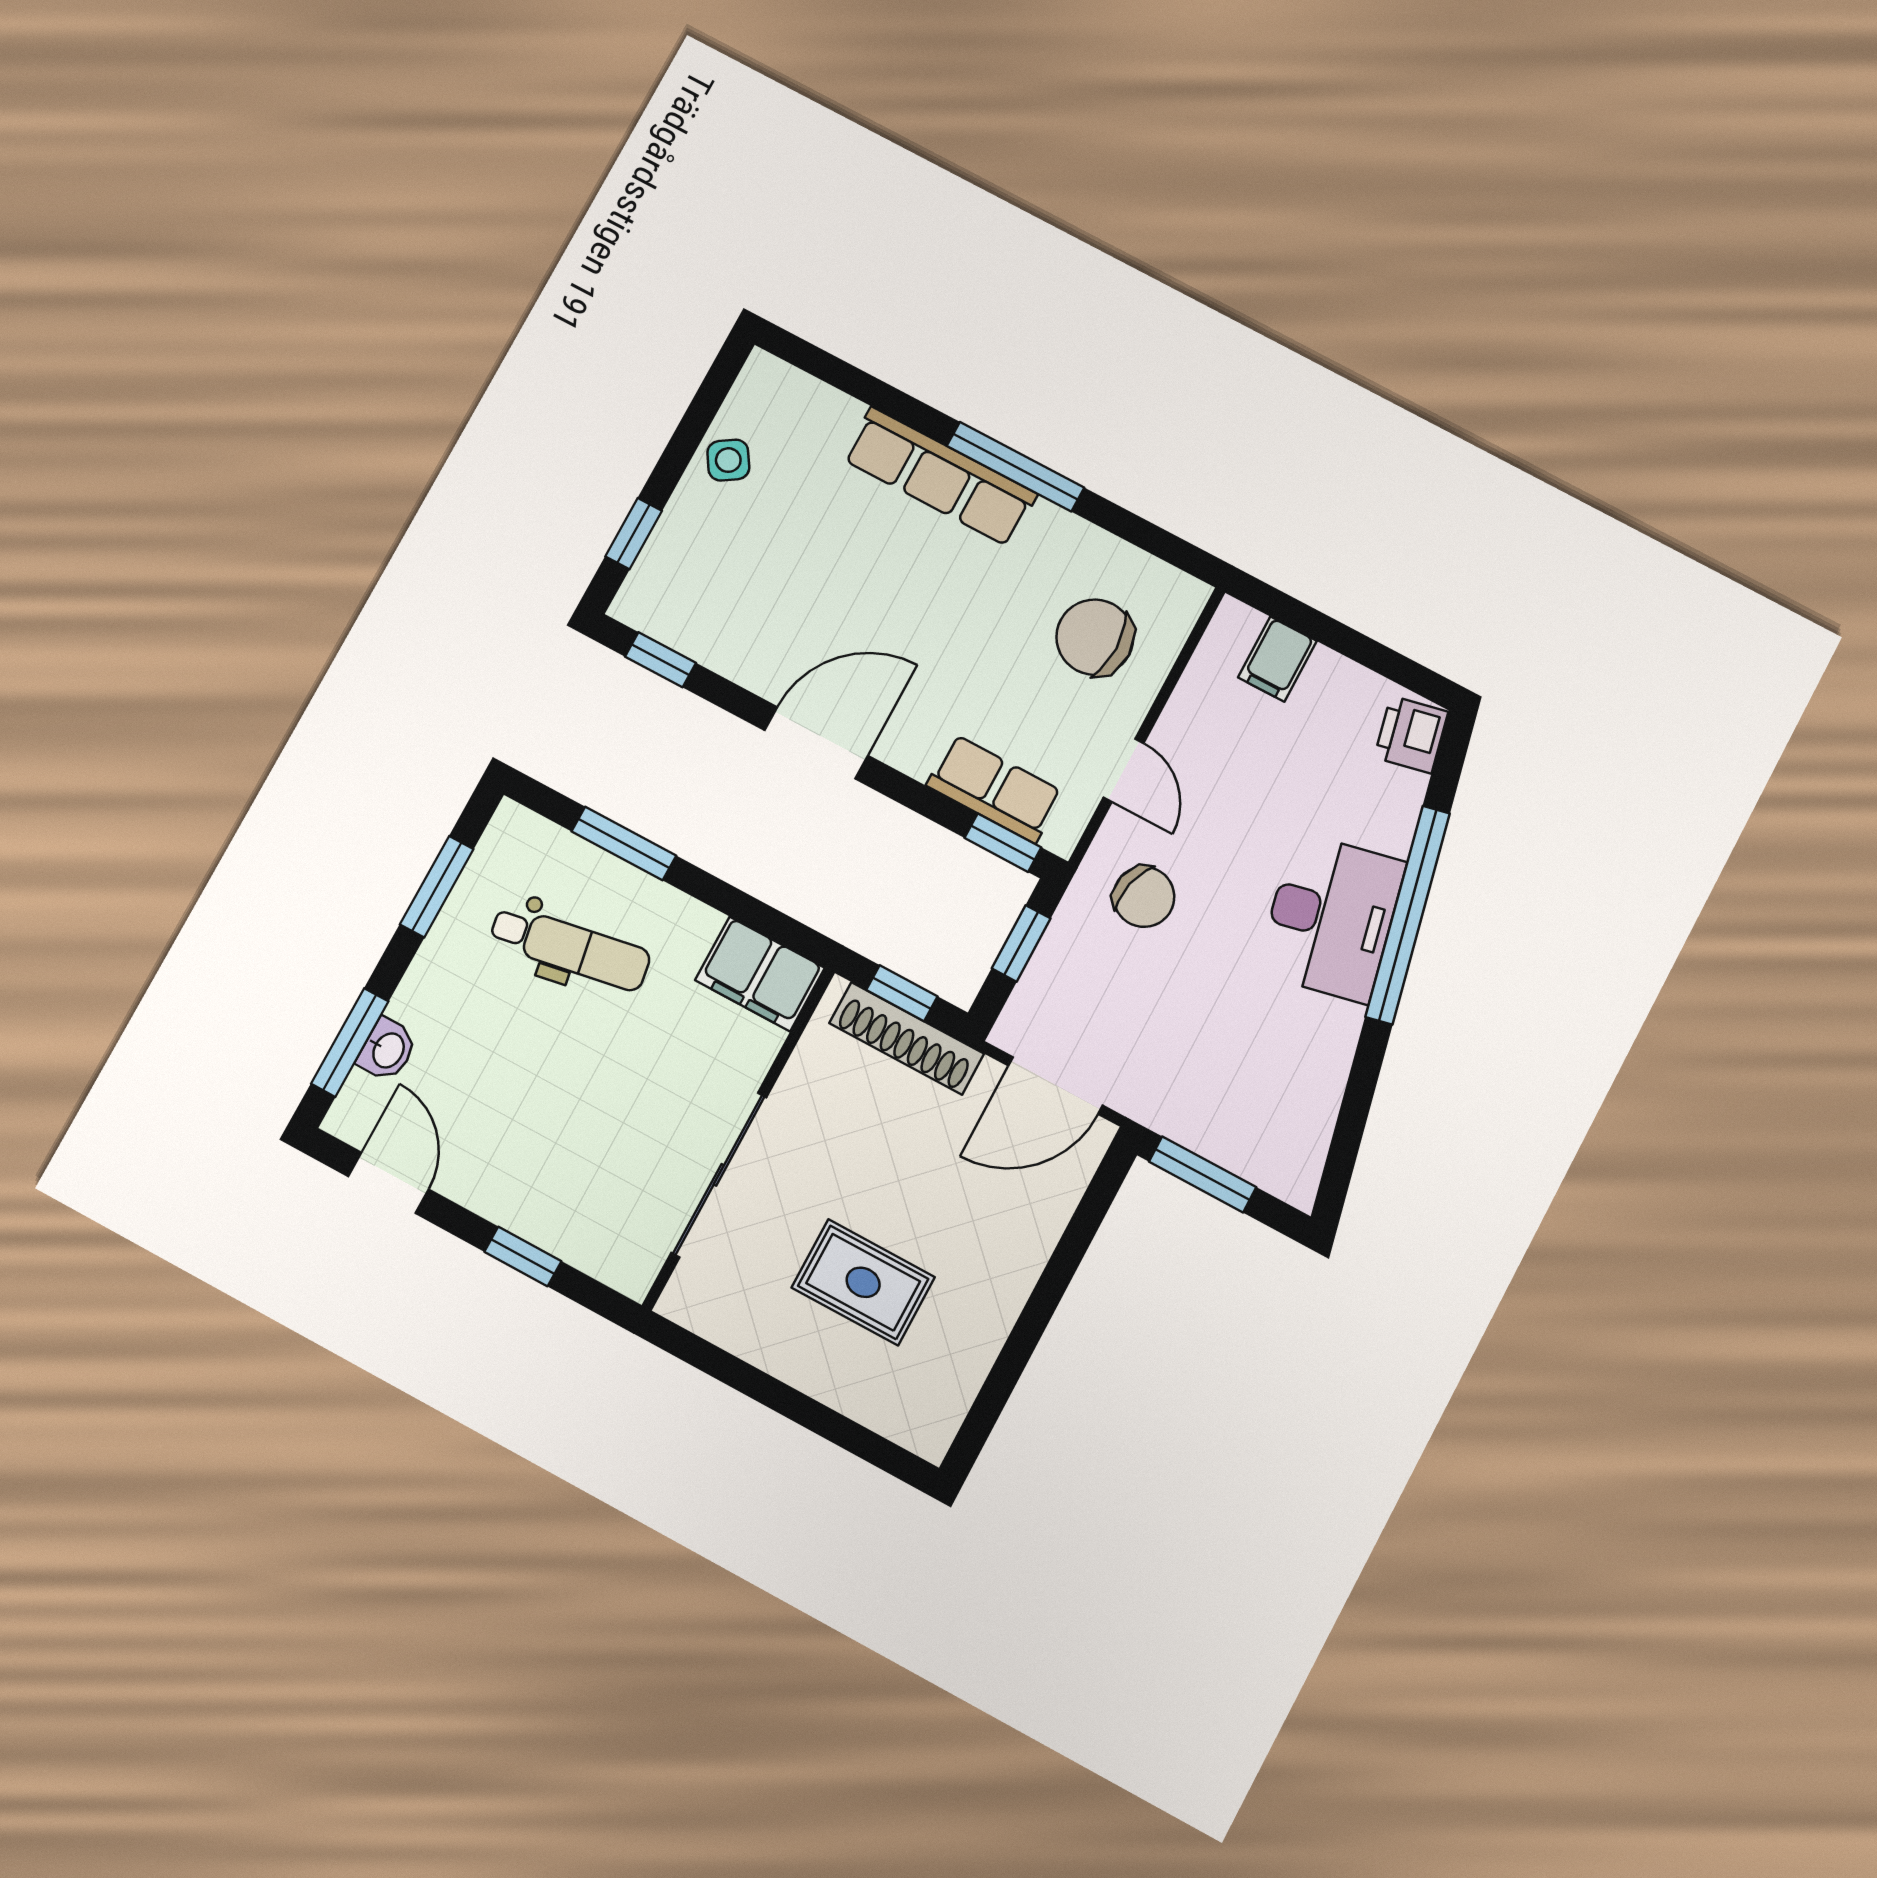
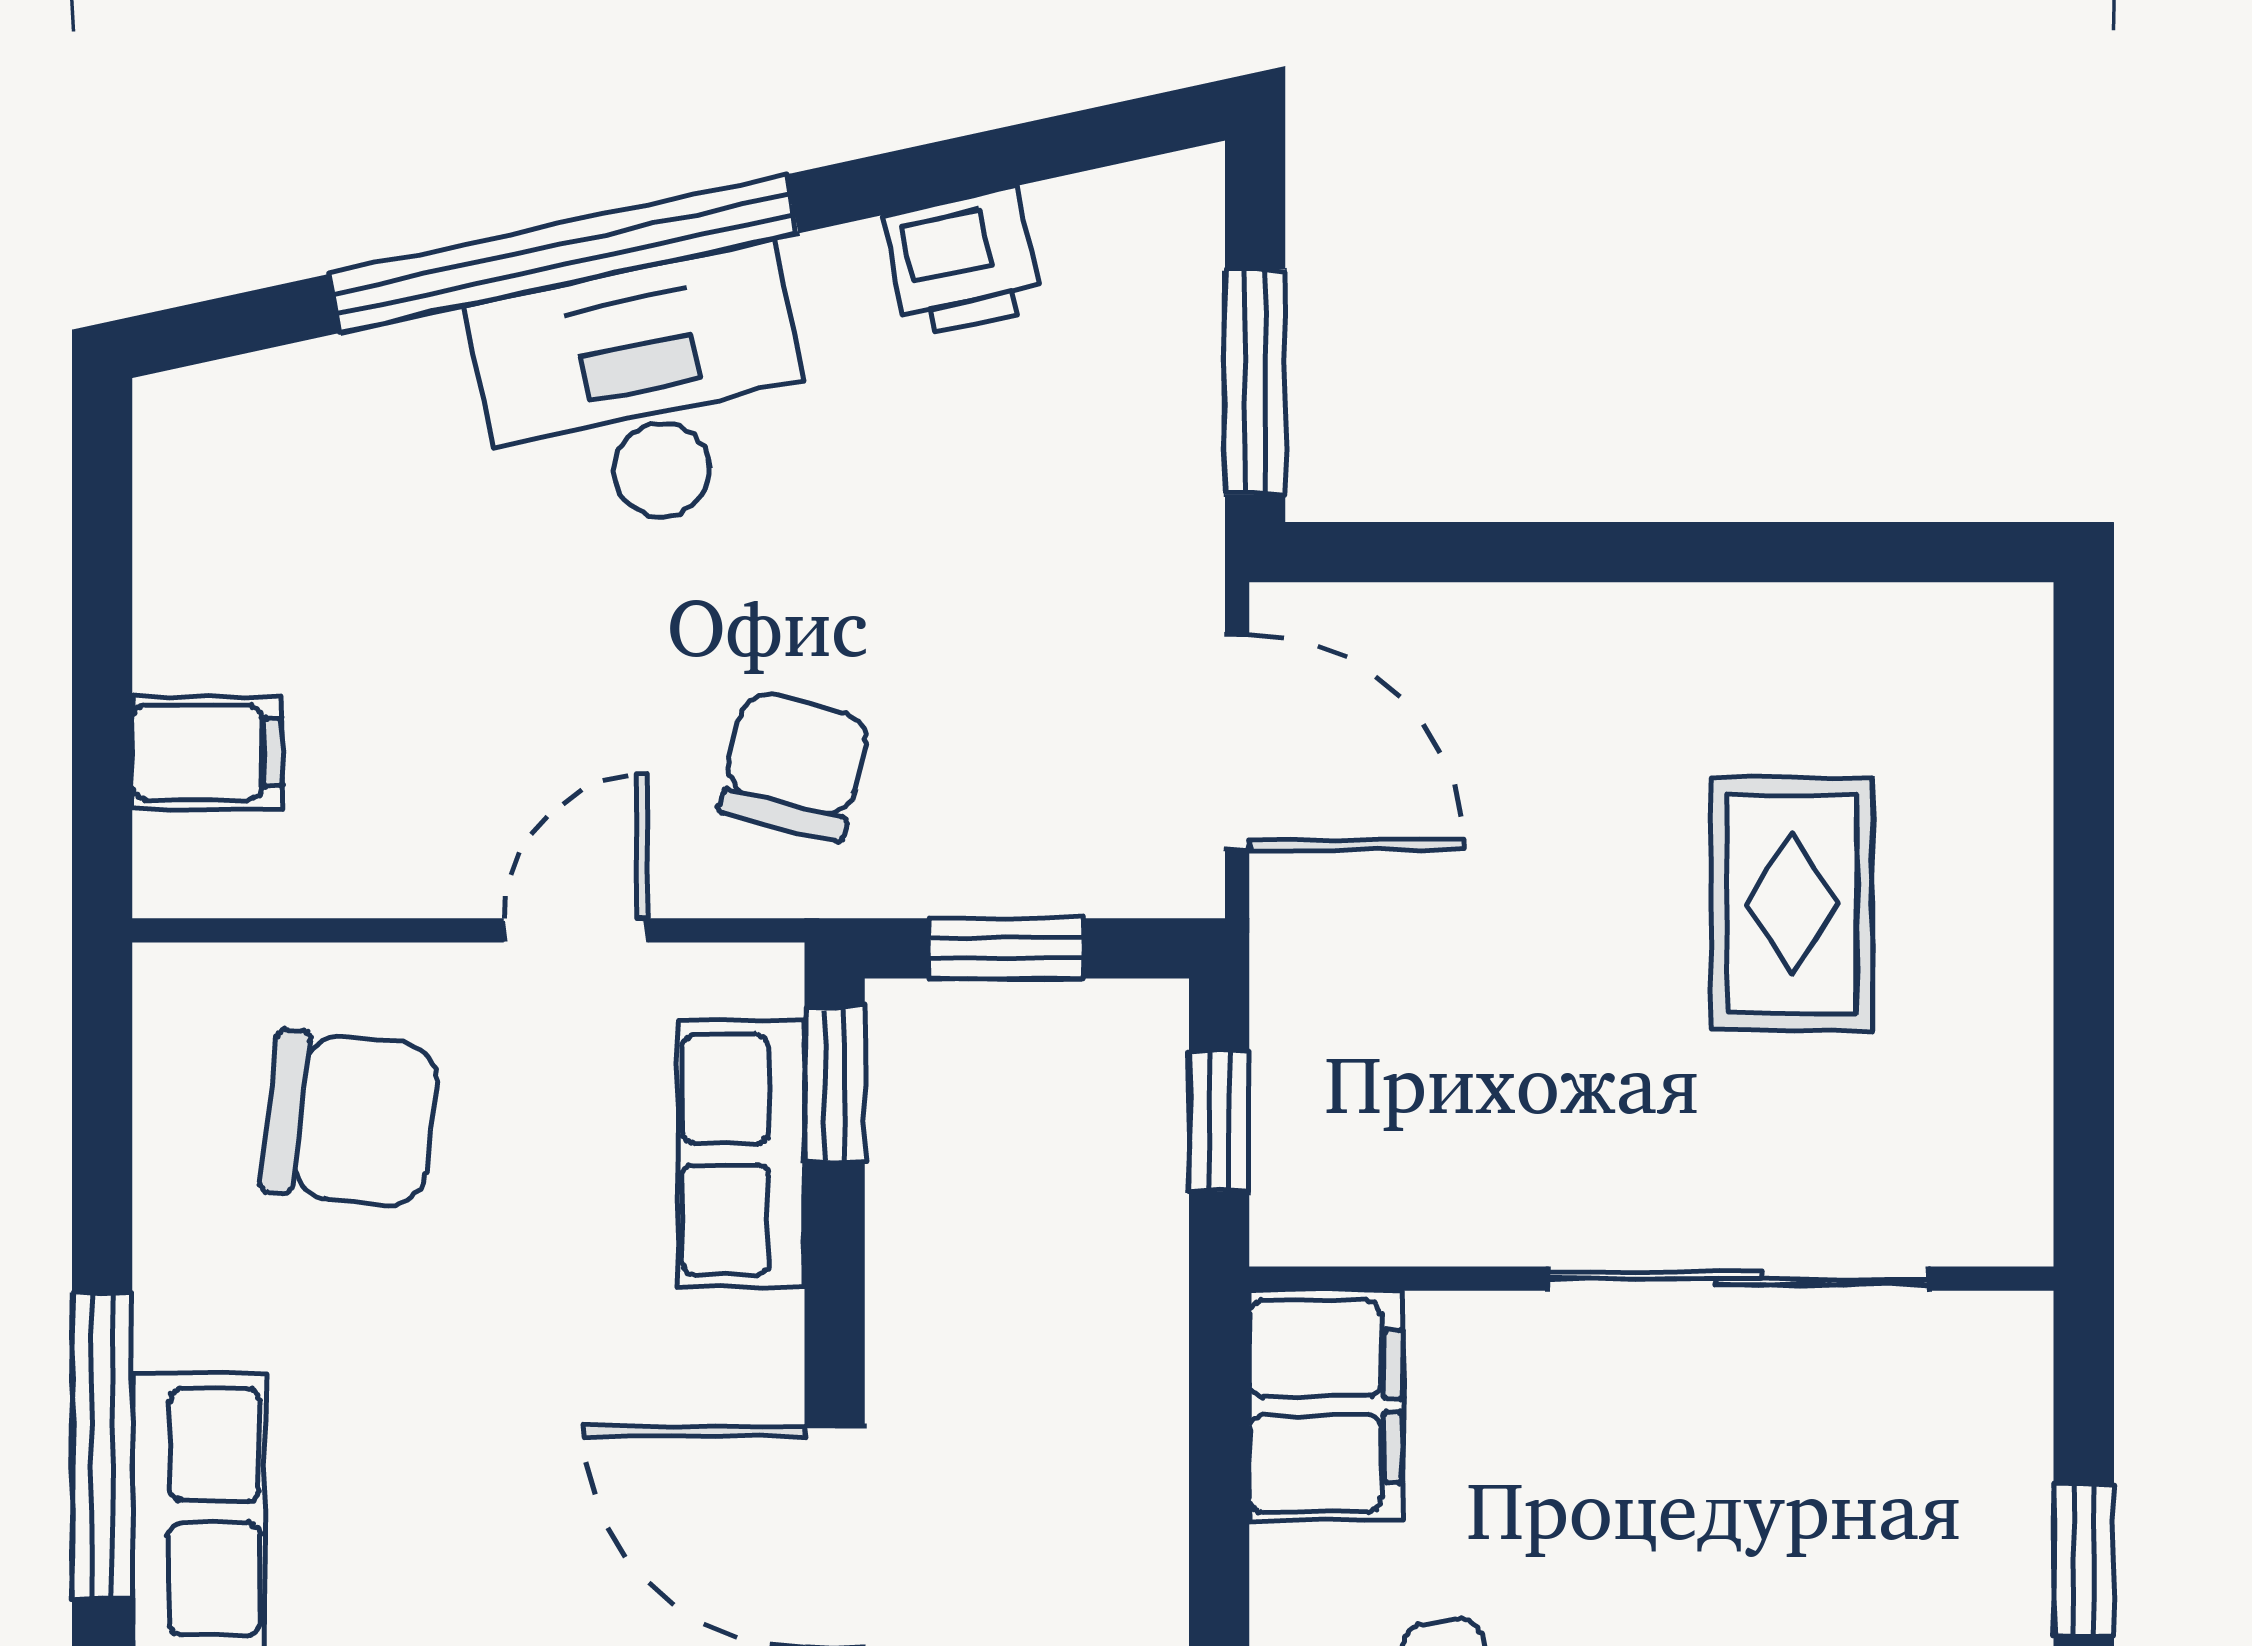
chair: (1095, 637) -> (350, 1119), turned -83
printer: (1411, 734) -> (963, 263), moved
shoe rack: (907, 1038) -> (1298, 1067), removed

